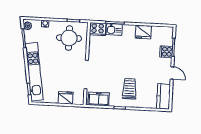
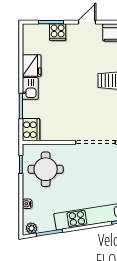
kitchen sink: (114, 29) -> (30, 88), moved

